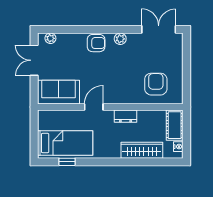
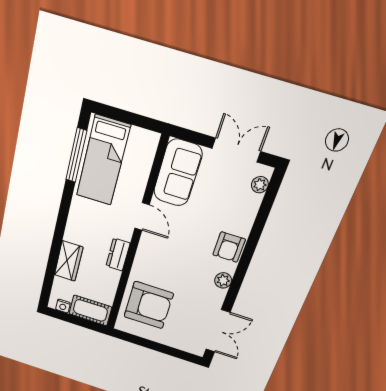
armchair: (156, 84) -> (149, 305), width x1.36, depth x1.36
wardrobe: (142, 150) -> (69, 261), width x0.67
window: (67, 162) -> (76, 155), width x2.17

